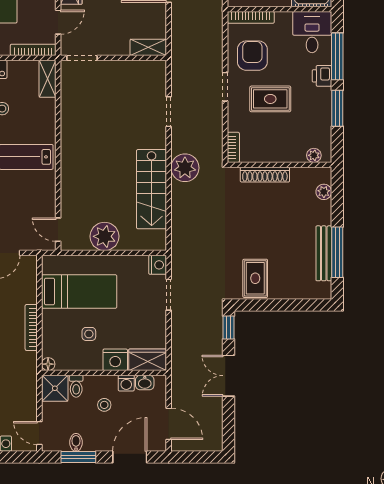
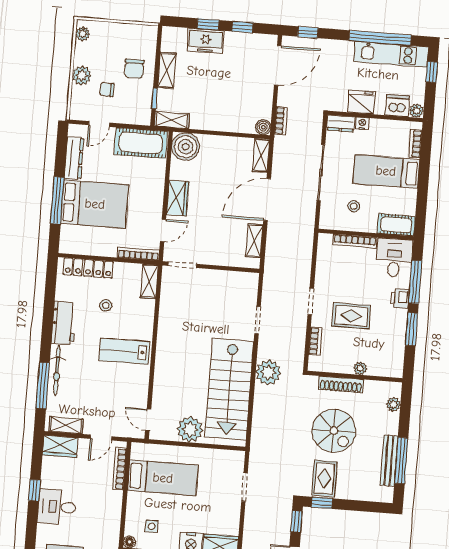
bookcase: (251, 17) -> (355, 241), moved
shelving: (148, 47) -> (254, 241), moved, turned 90
armchair: (252, 56) -> (338, 275), removed
bookcase: (233, 147) -> (315, 341), moved
plant: (314, 155) -> (360, 368), moved
stairs: (152, 189) -> (229, 389), width x1.36, depth x1.51
spiral stairs: (261, 226) -> (334, 431), added
nightstand: (158, 265) -> (236, 459), removed
window: (254, 305) -> (322, 503), added
bookcase: (31, 327) -> (120, 469), moved
side table: (89, 334) -> (152, 526), moved

